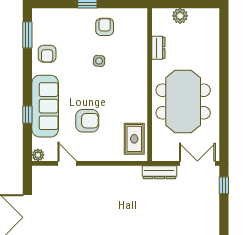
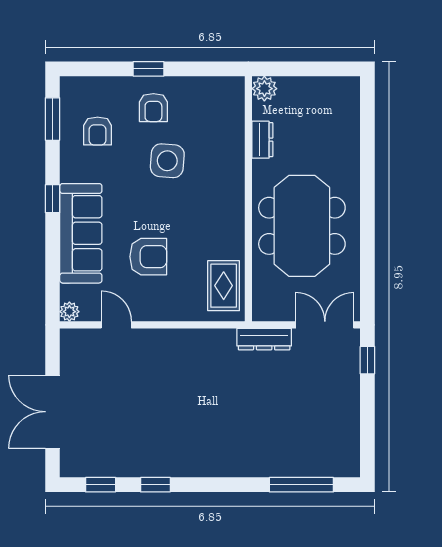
plant: (180, 16) -> (264, 89), moved
armchair: (105, 27) -> (153, 108), moved, turned 180
armchair: (47, 54) -> (98, 131), moved
side table: (99, 61) -> (167, 161), width x1.87, depth x1.87
window: (27, 115) -> (52, 199), moved

